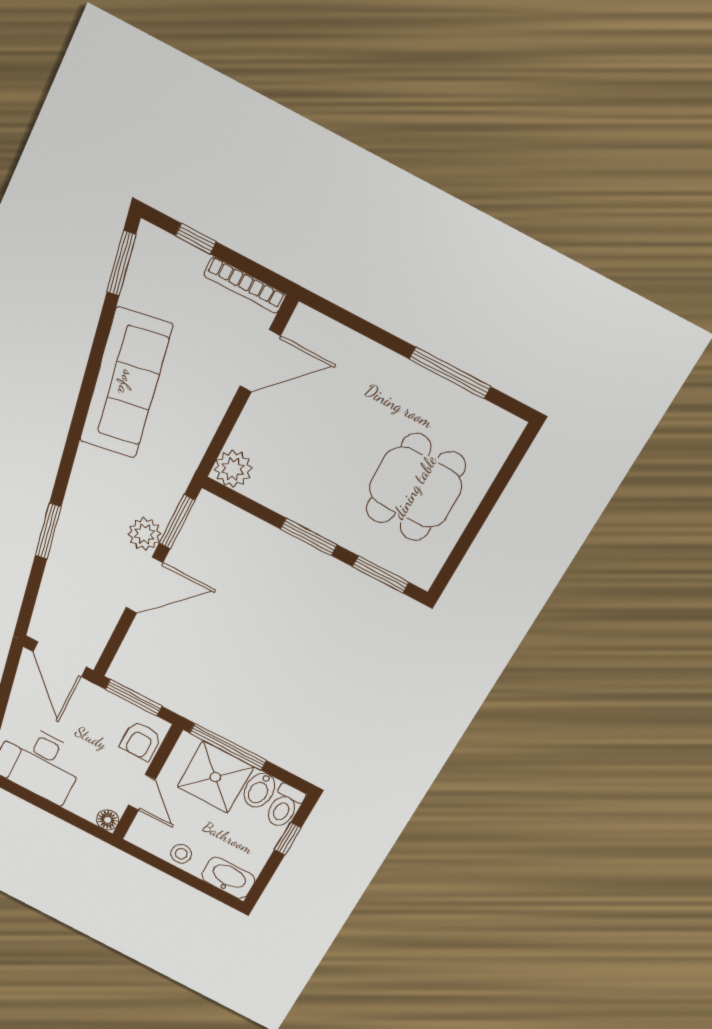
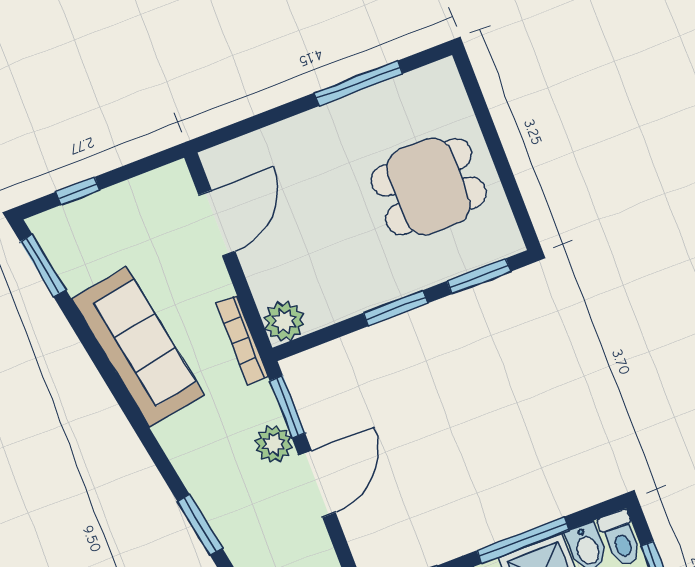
bookcase: (245, 285) -> (242, 340), moved, turned 90
dining table: (415, 487) -> (429, 187), turned 90

